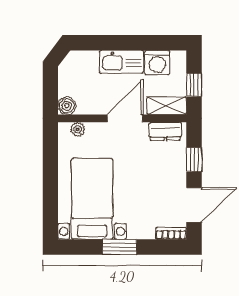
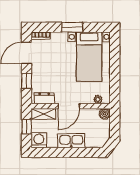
washing machine: (157, 63) -> (39, 140), moved

